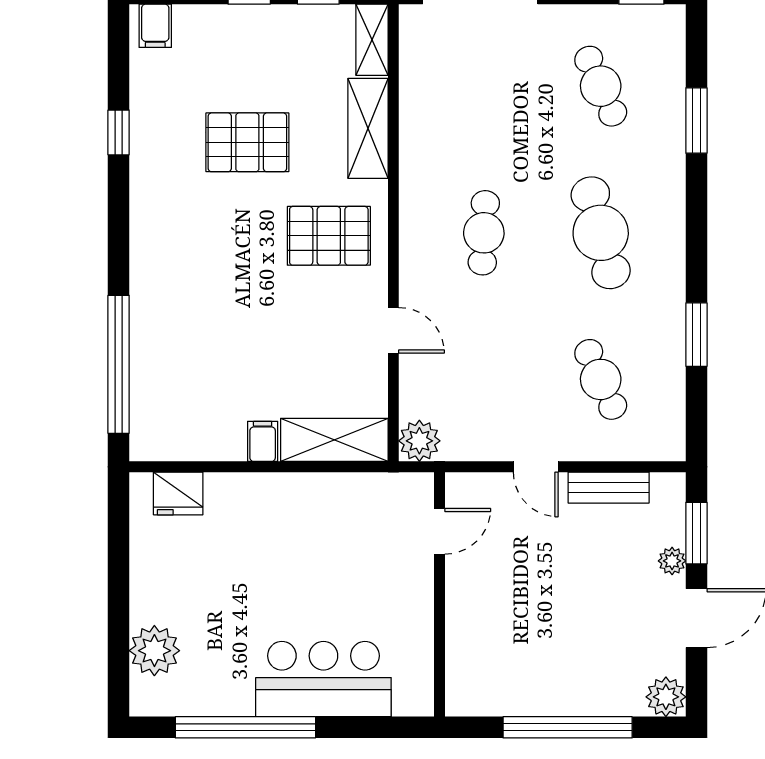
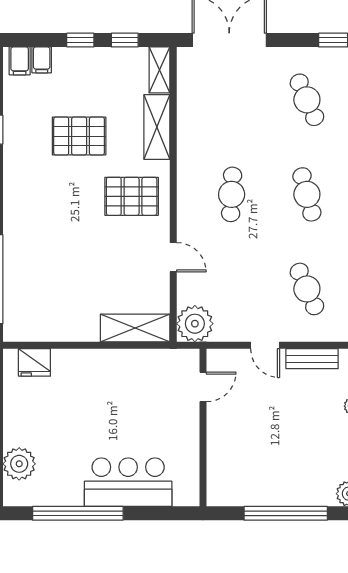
cafe table: (601, 233) -> (307, 194), width x0.73, depth x0.74
filing cabinet: (263, 441) -> (42, 60), moved, turned 180
plant: (419, 441) -> (195, 324), width x1.36, depth x1.36

